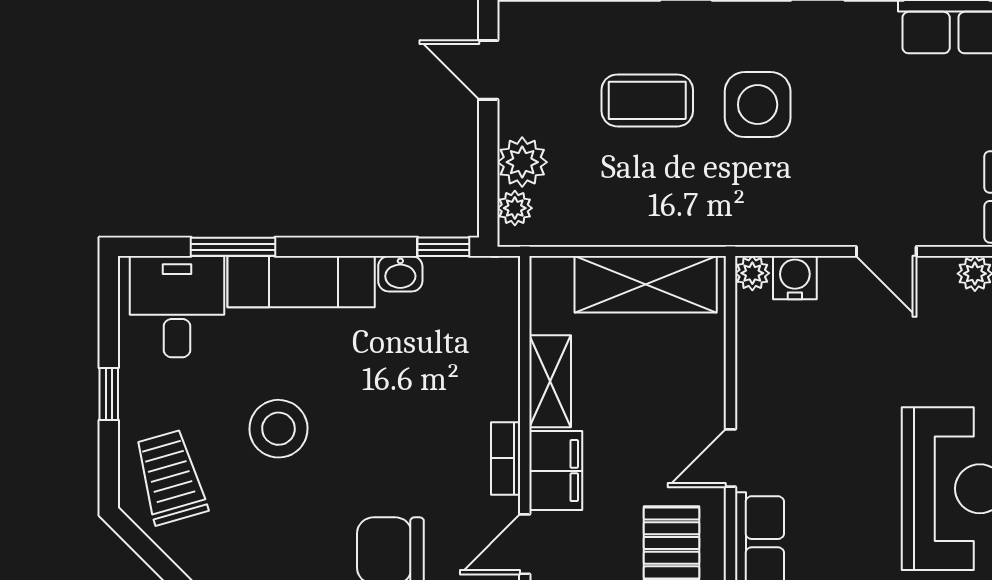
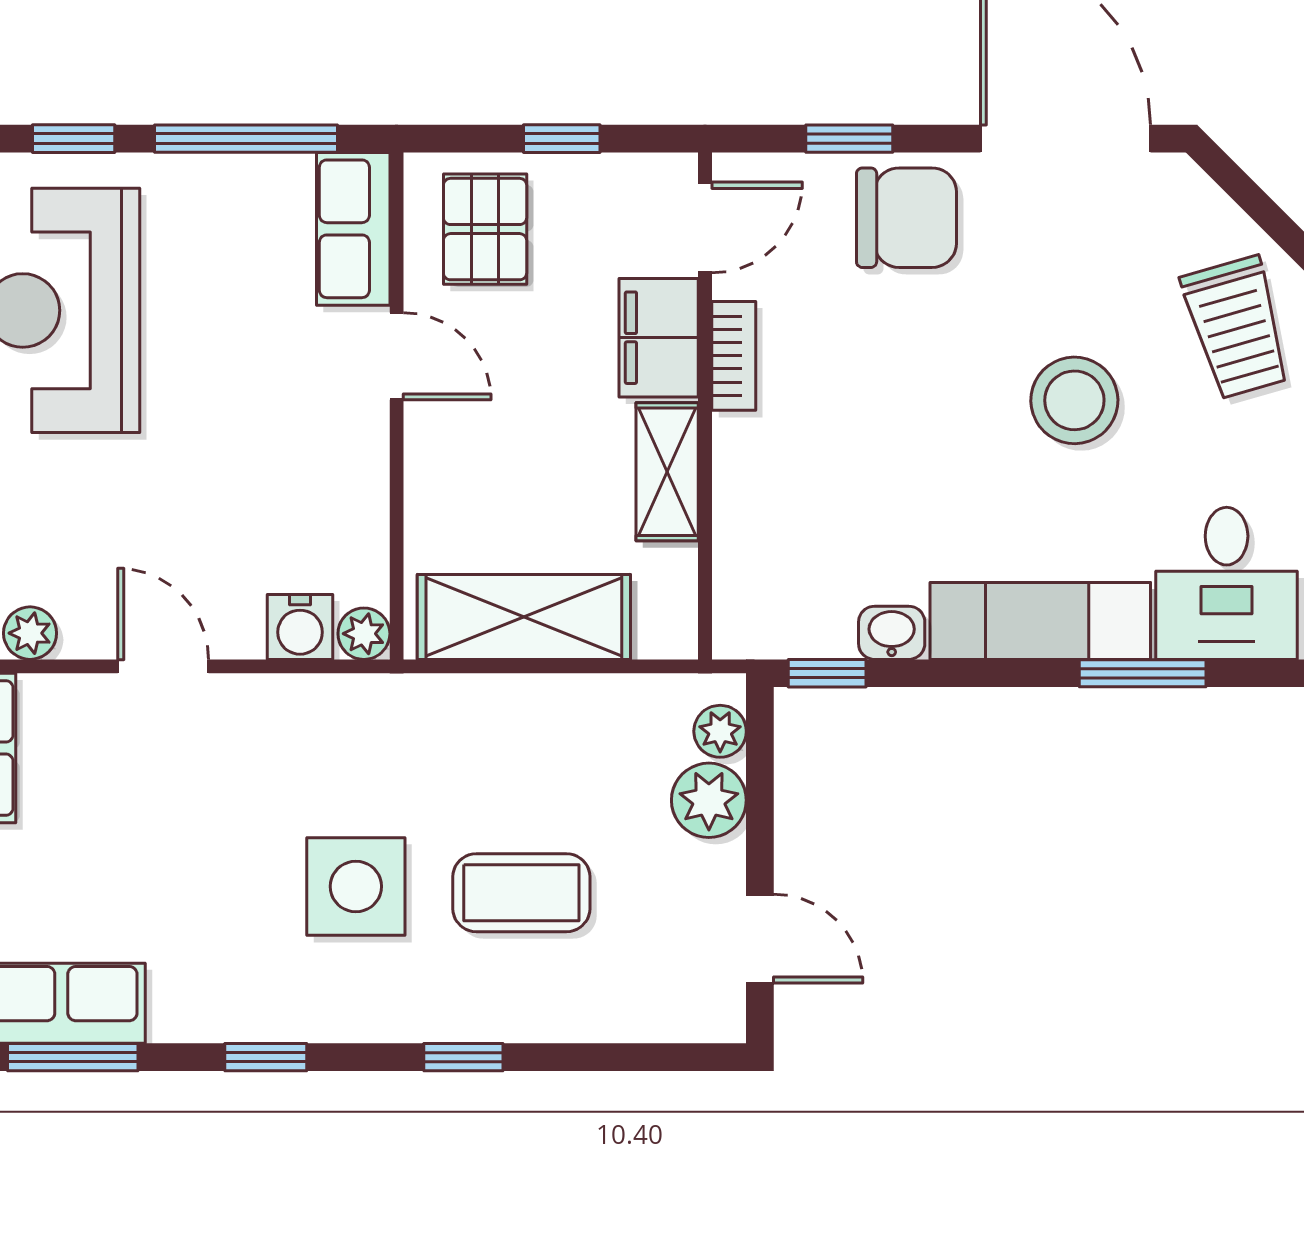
door: (730, 458) -> (397, 356), hinge flipped

